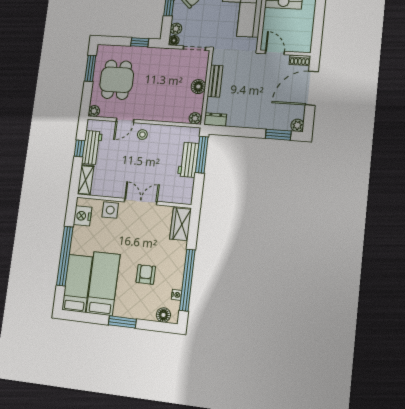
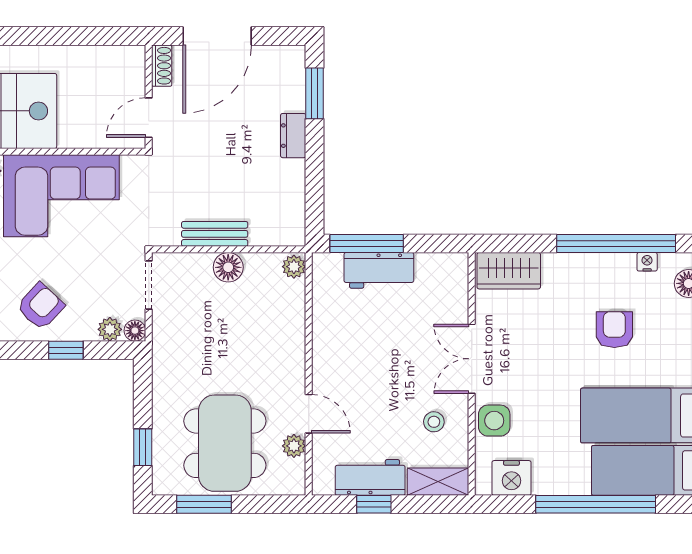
window: (140, 42) -> (143, 447), moved
dining table: (117, 80) -> (225, 443), width x1.37
door: (312, 88) -> (217, 36), hinge flipped
plant: (94, 111) -> (294, 446), moved
dresser: (215, 119) -> (293, 136), moved
plant: (297, 125) -> (293, 57), removed
stool: (142, 135) -> (434, 422), moved
armchair: (146, 274) -> (614, 330), turned 90

